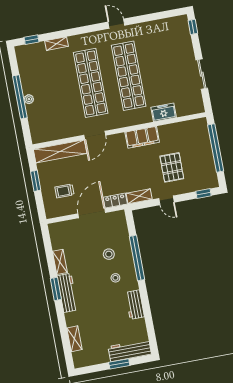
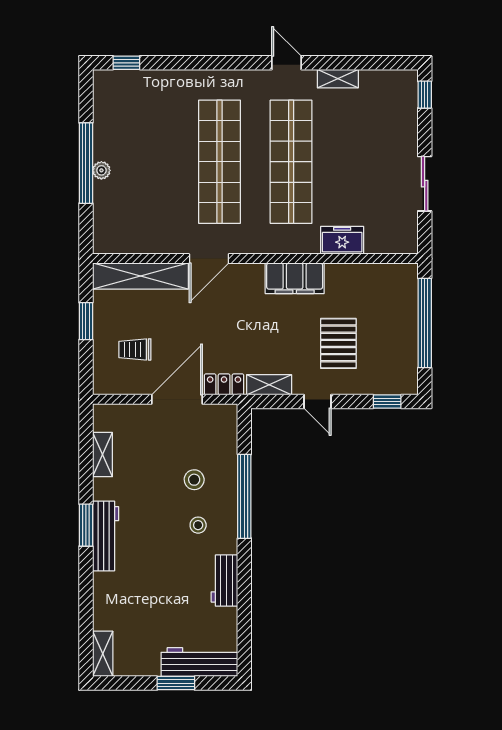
shelving: (57, 44) -> (338, 79), moved
shelving: (60, 262) -> (102, 455), moved
shelving: (74, 339) -> (103, 654), moved

